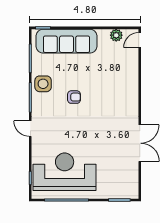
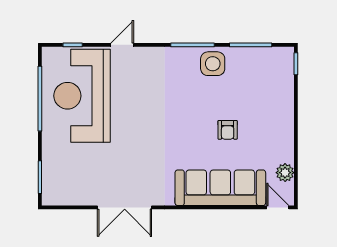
sofa: (66, 41) -> (220, 188), moved, turned 90
armchair: (74, 97) -> (228, 130), moved
door: (30, 129) -> (122, 45), moved
reception desk: (65, 172) -> (82, 96), turned 180

